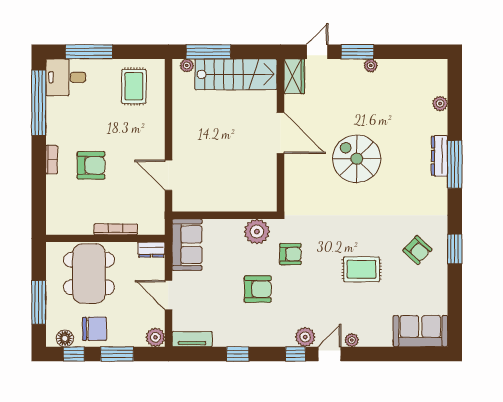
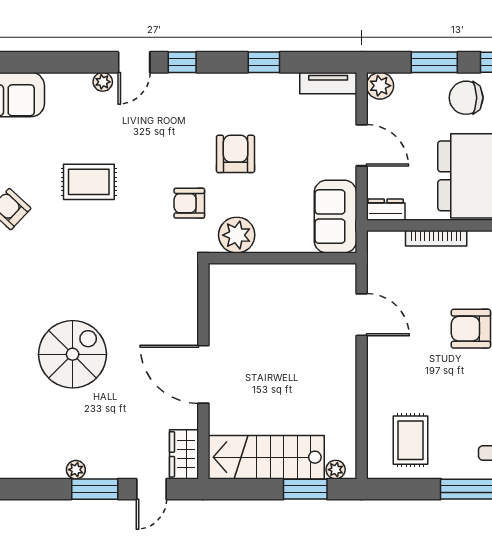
window: (208, 52) -> (305, 489), width x0.69
spiral stairs: (357, 159) -> (73, 354), moved, turned -90
armchair: (258, 289) -> (235, 154), turned 90
plant: (305, 337) -> (168, 86), removed

